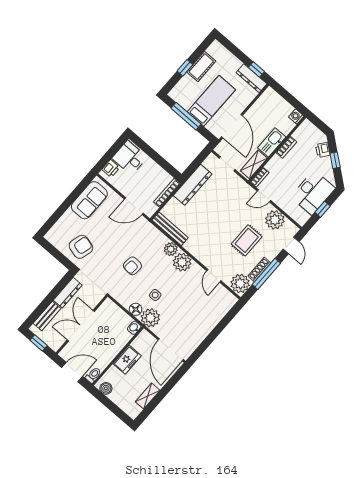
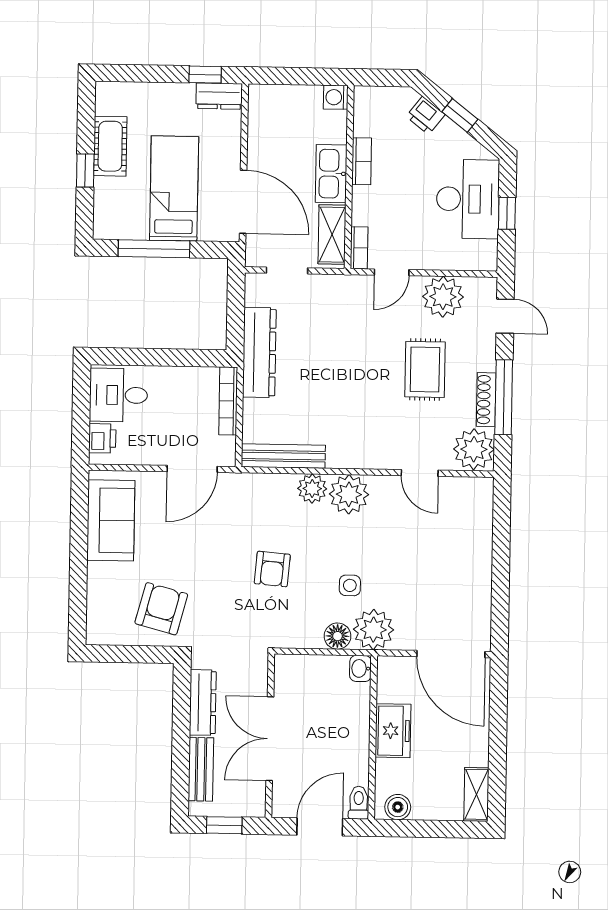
dresser: (251, 78) -> (219, 96), width x0.70
shelving: (148, 396) -> (476, 794), moved

